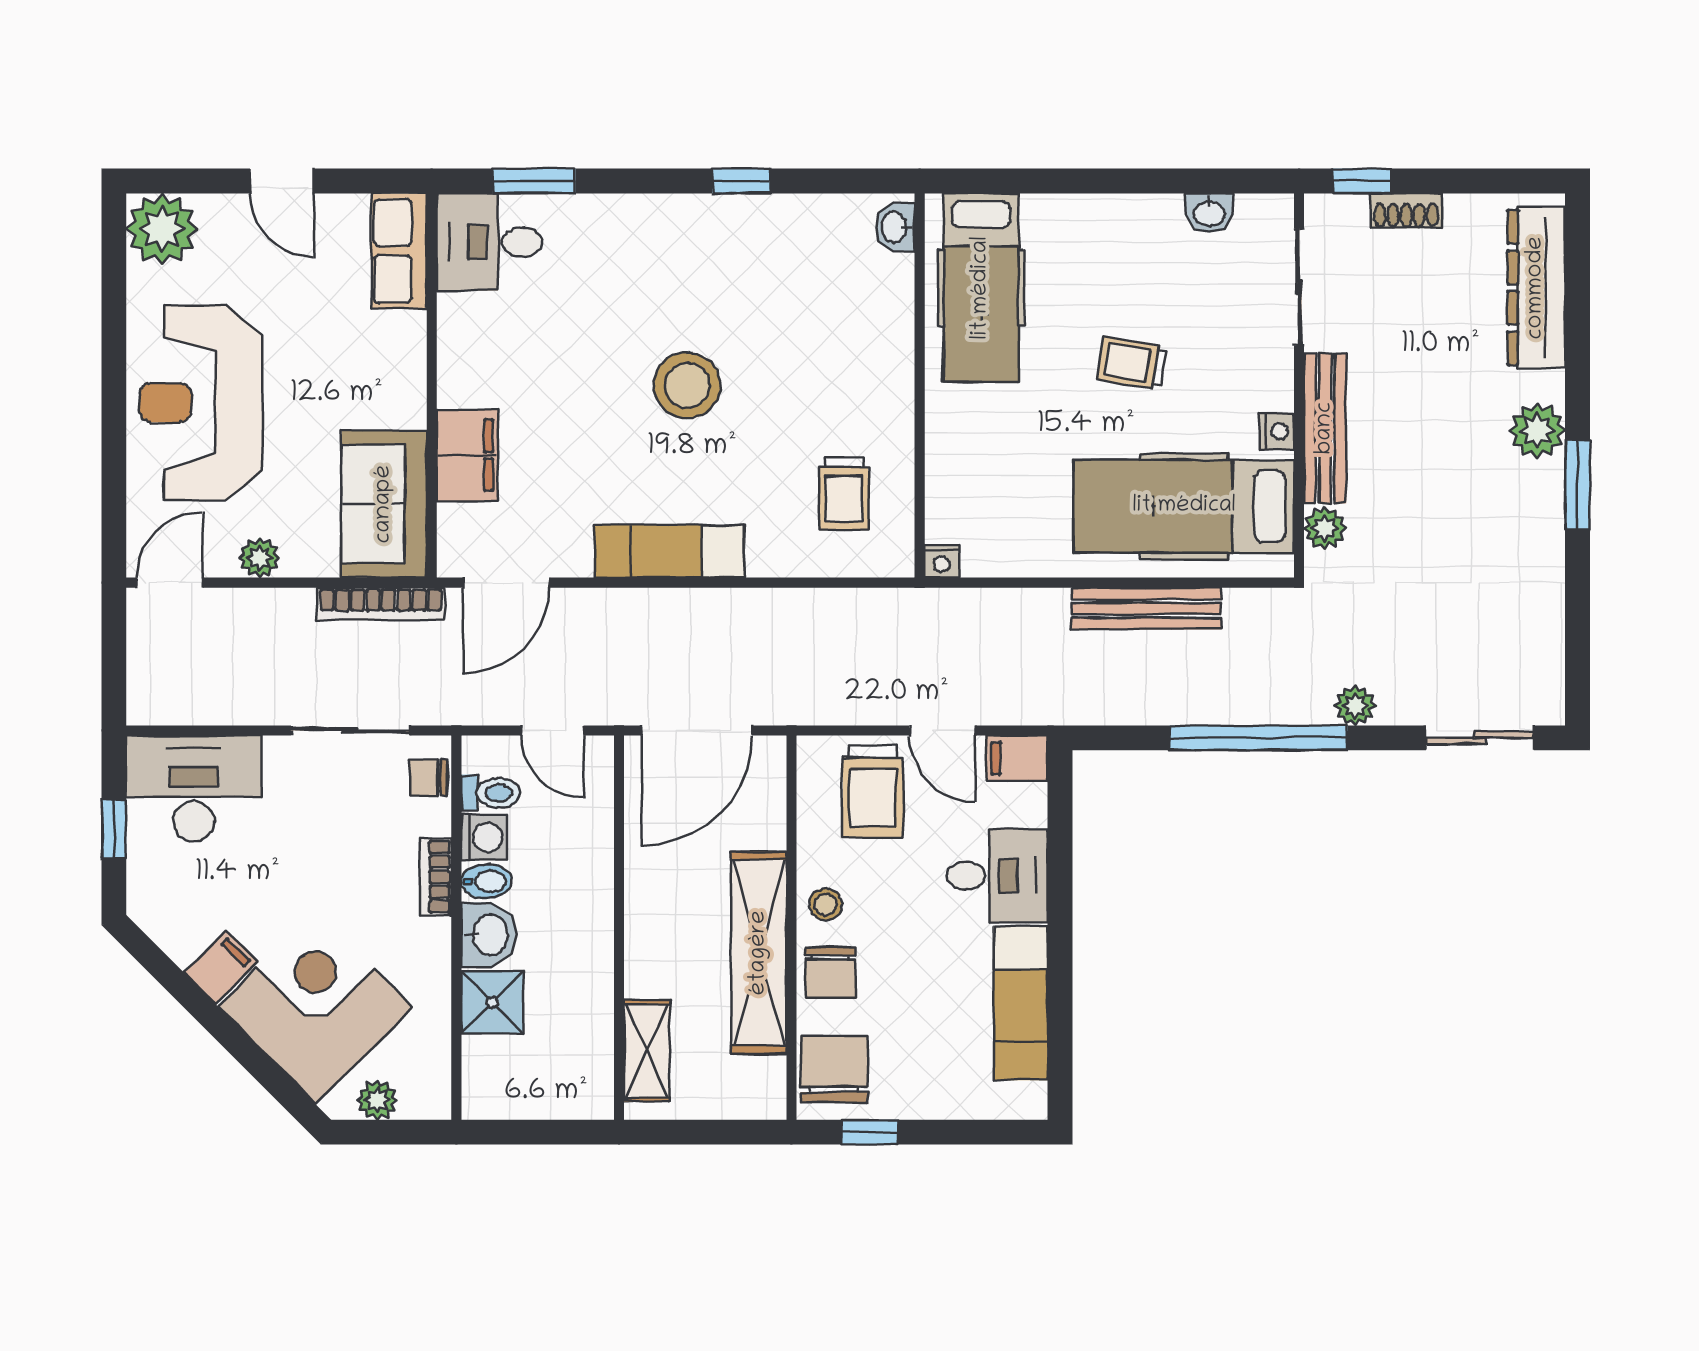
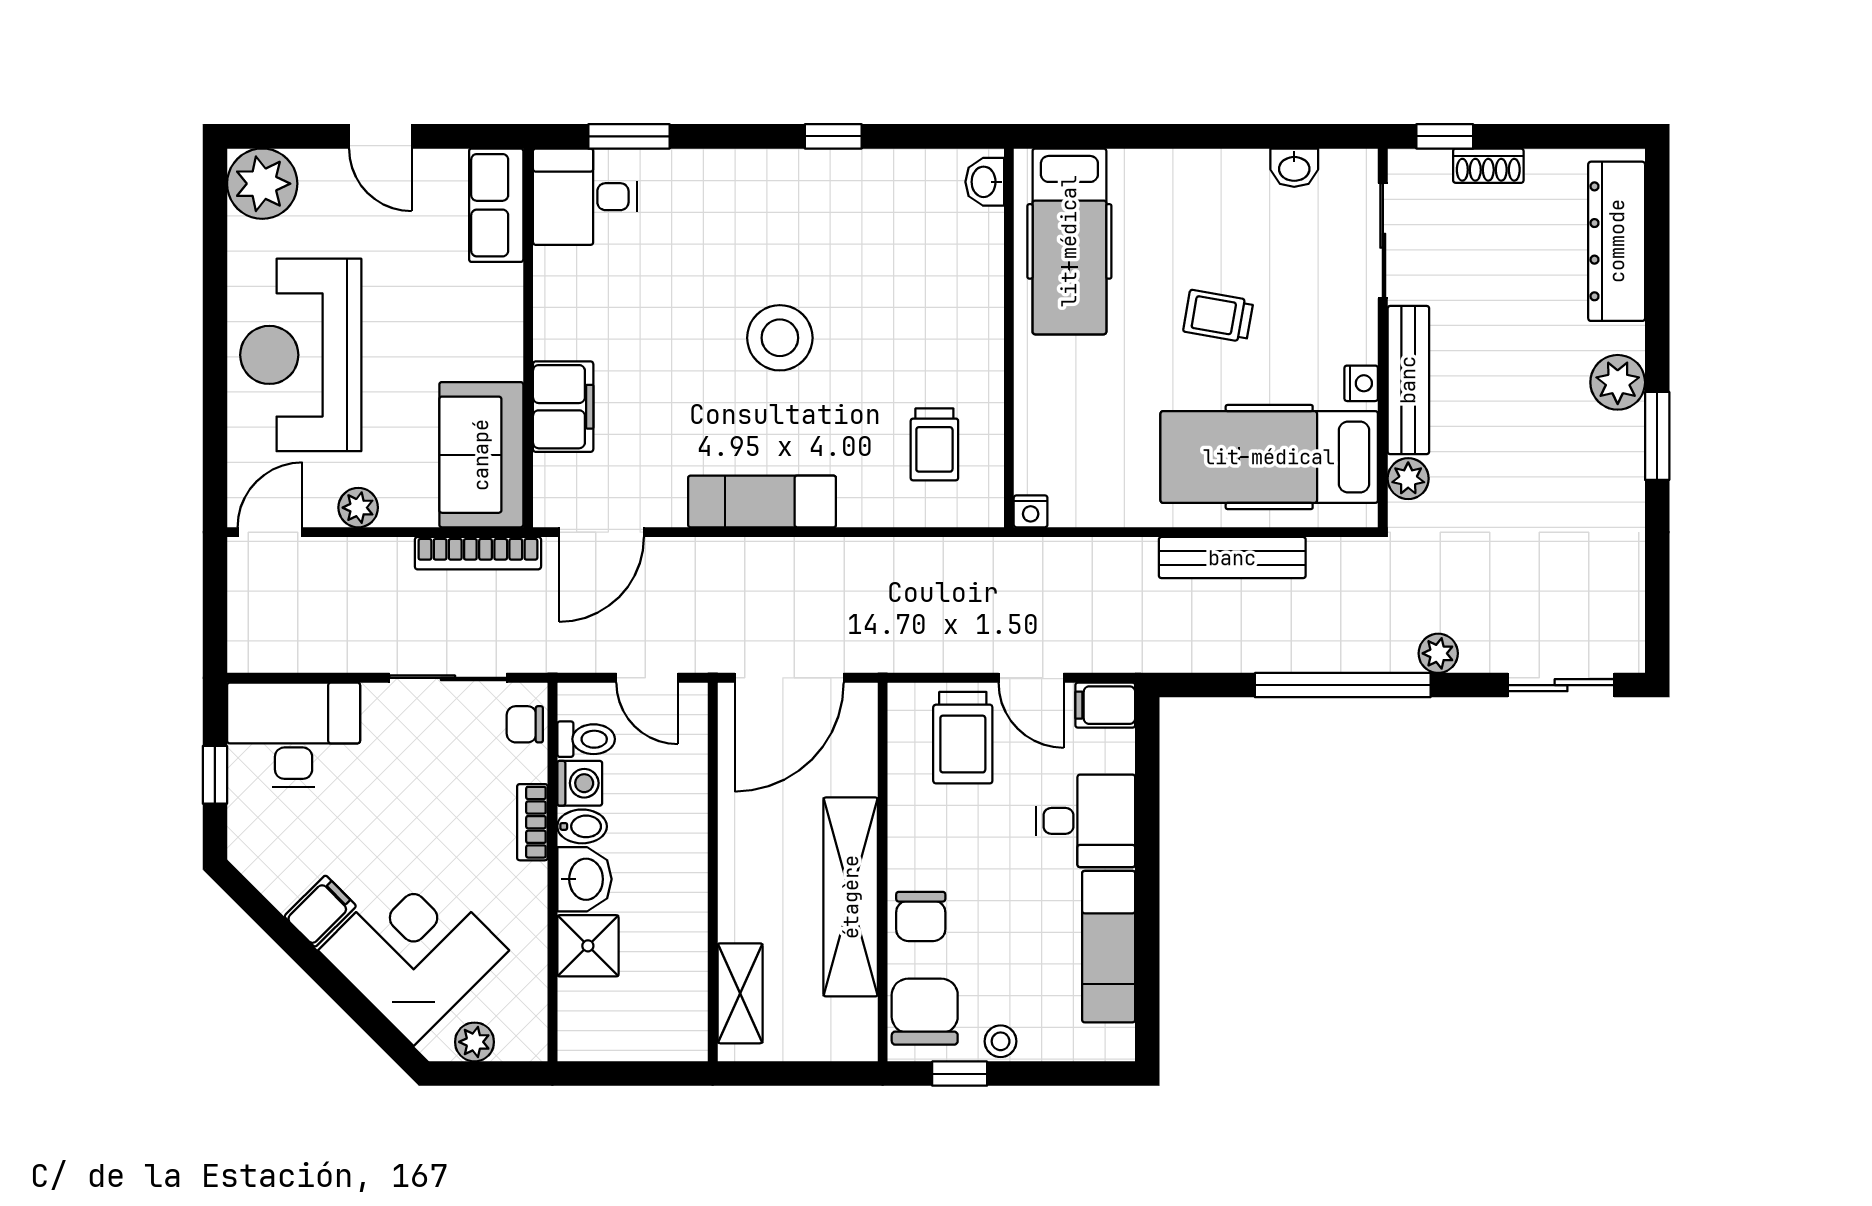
stool: (826, 904) -> (1001, 1041), moved

